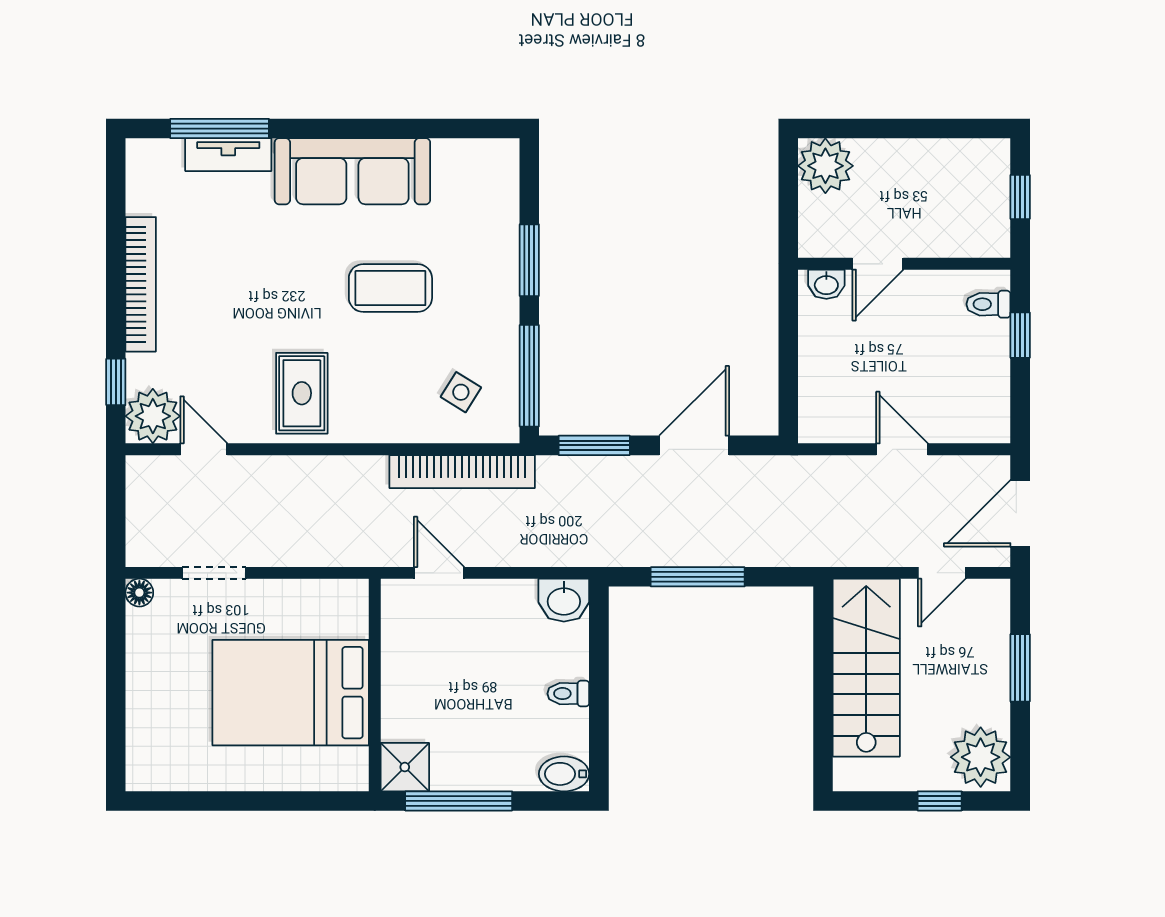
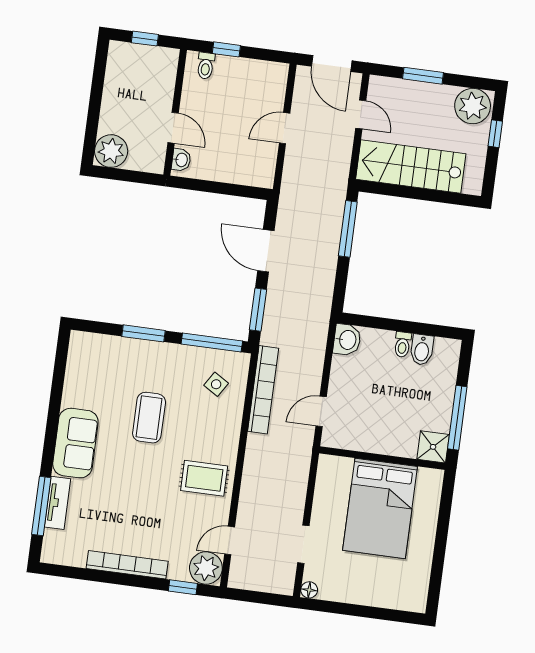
sofa: (352, 171) -> (75, 443), width x0.73
window: (698, 577) -> (348, 229), moved
bidet: (564, 774) -> (422, 350), moved

